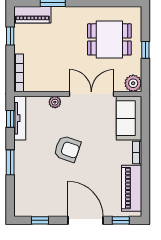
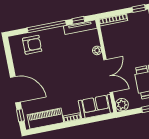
armchair: (67, 149) -> (32, 45), moved, turned -109
window: (10, 162) -> (47, 27), width x2.11
window: (40, 220) -> (9, 56), removed
door: (86, 220) -> (15, 90), hinge flipped

